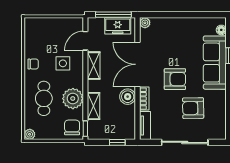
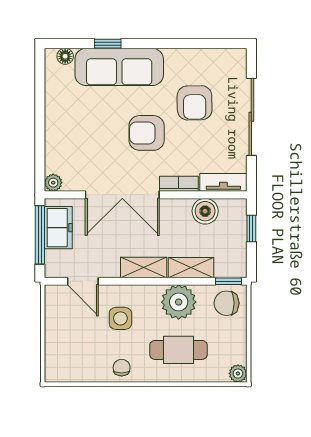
shelving: (94, 66) -> (144, 267), moved
armchair: (175, 79) -> (147, 133), turned -90
boiler: (128, 97) -> (205, 211), moved

